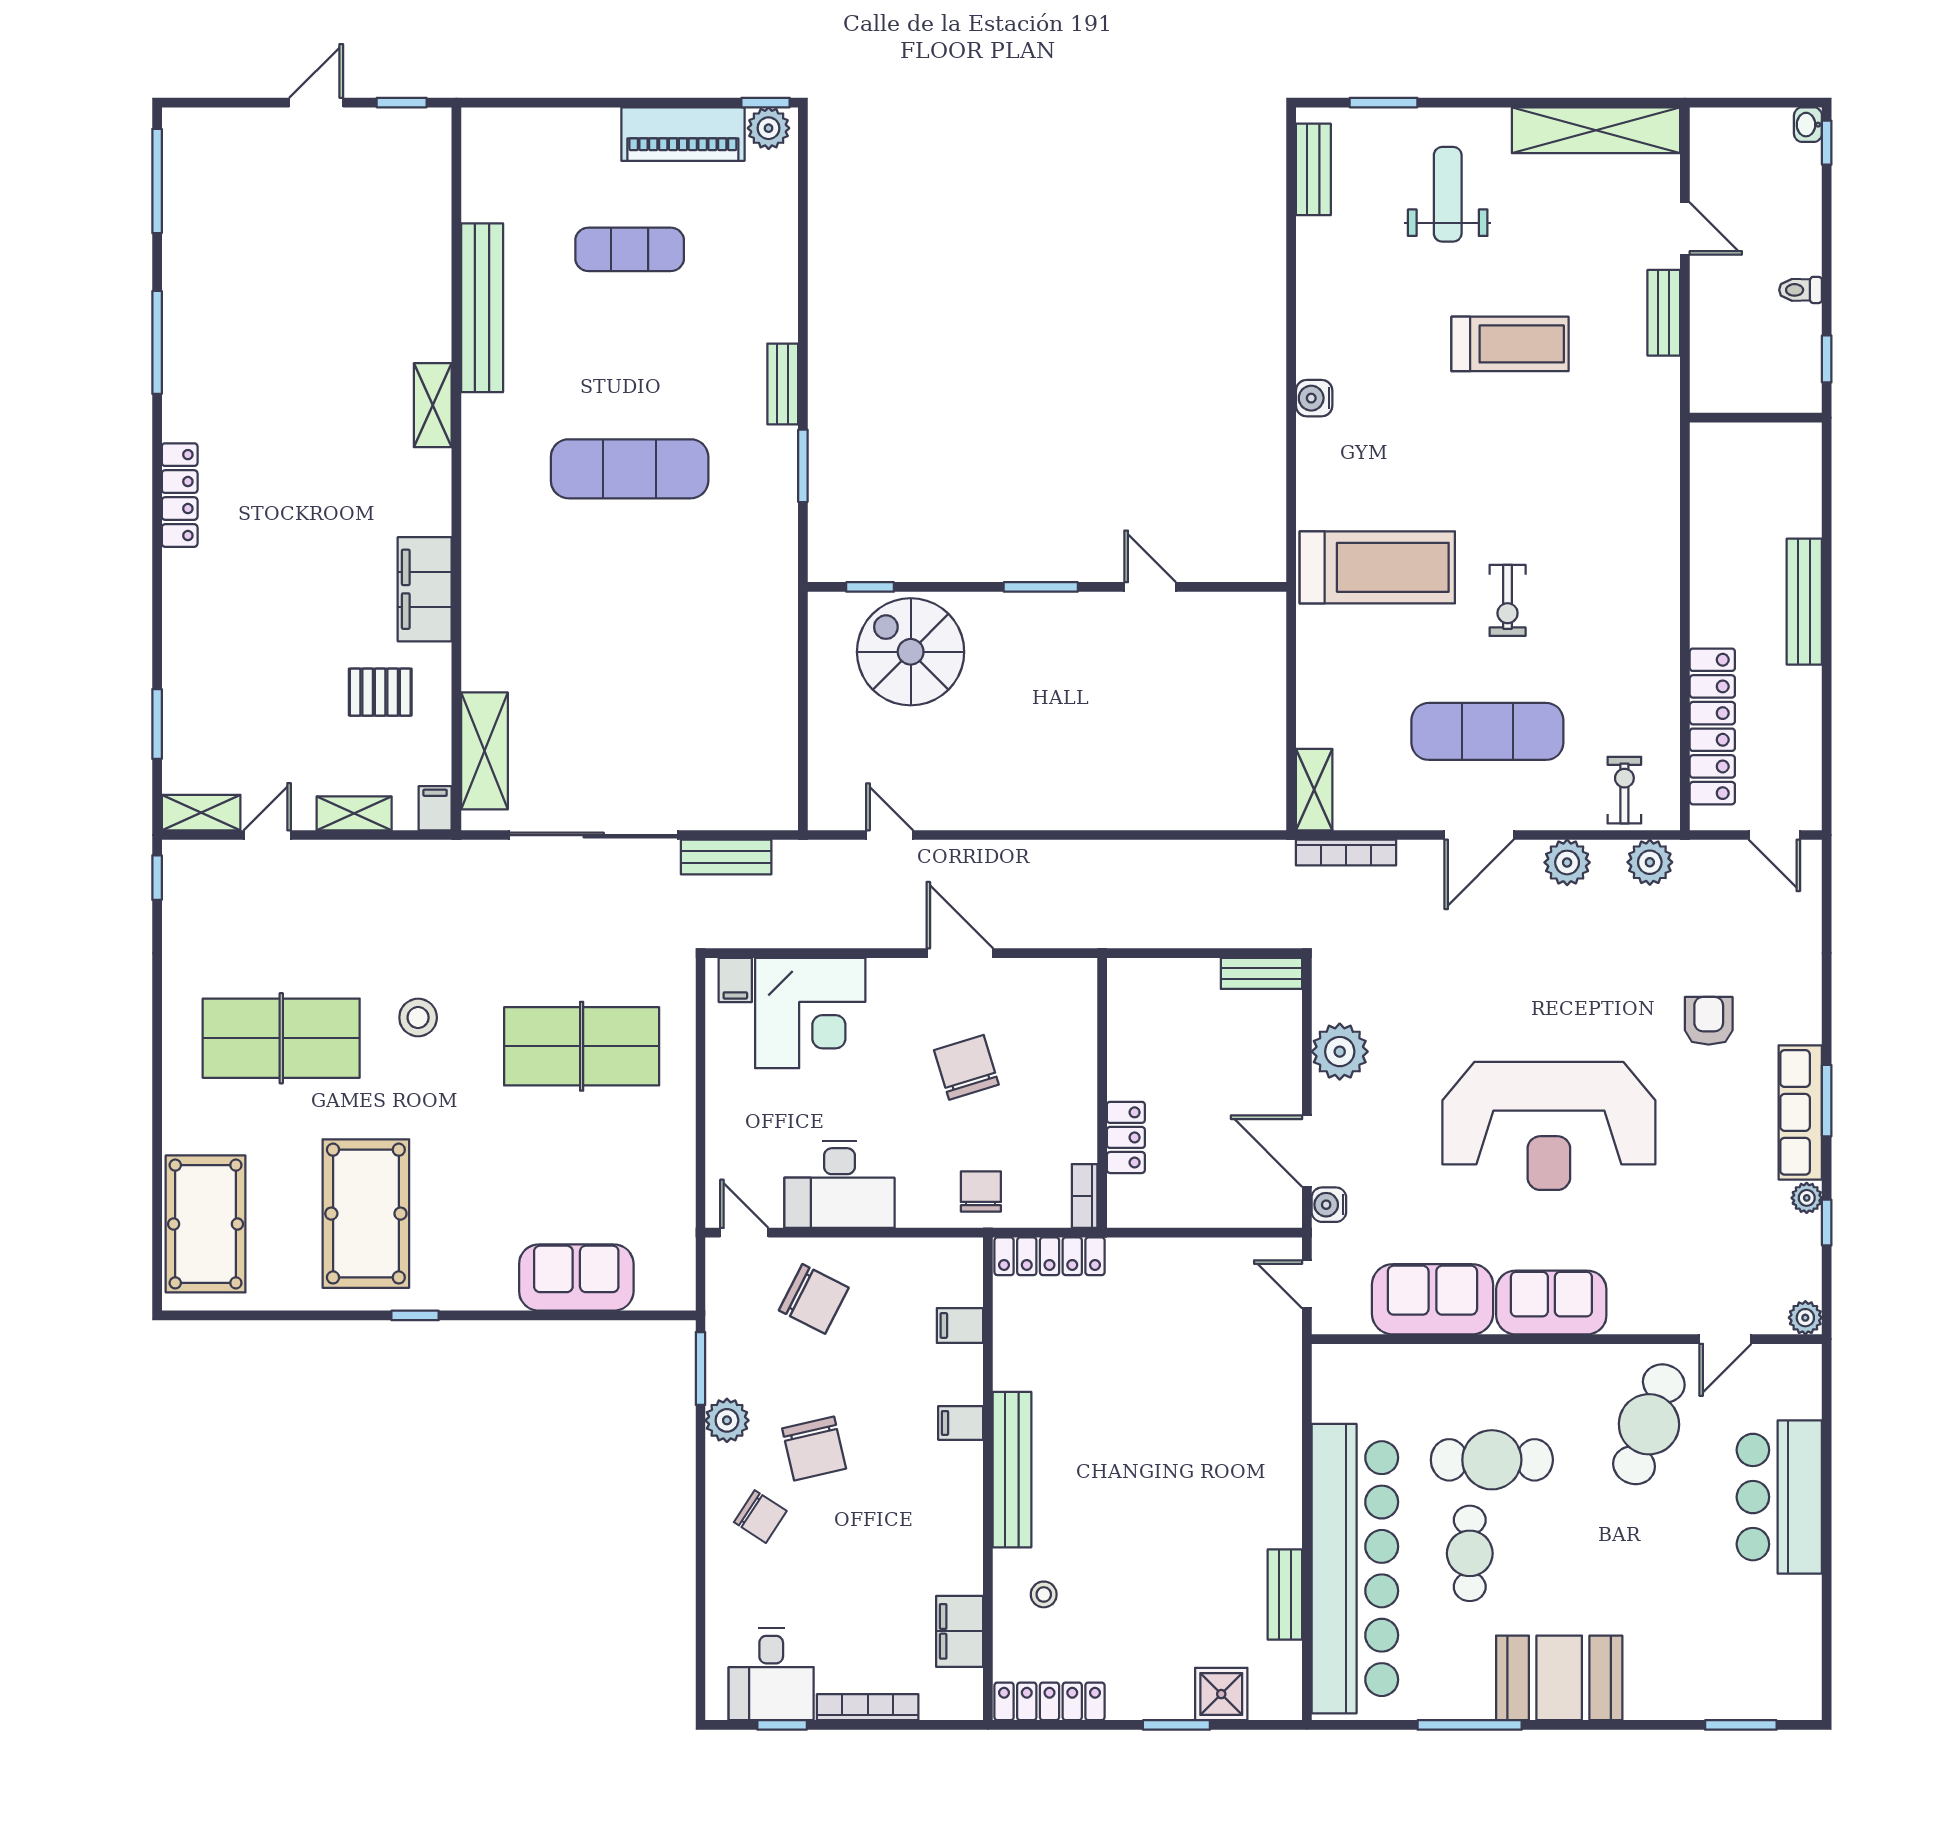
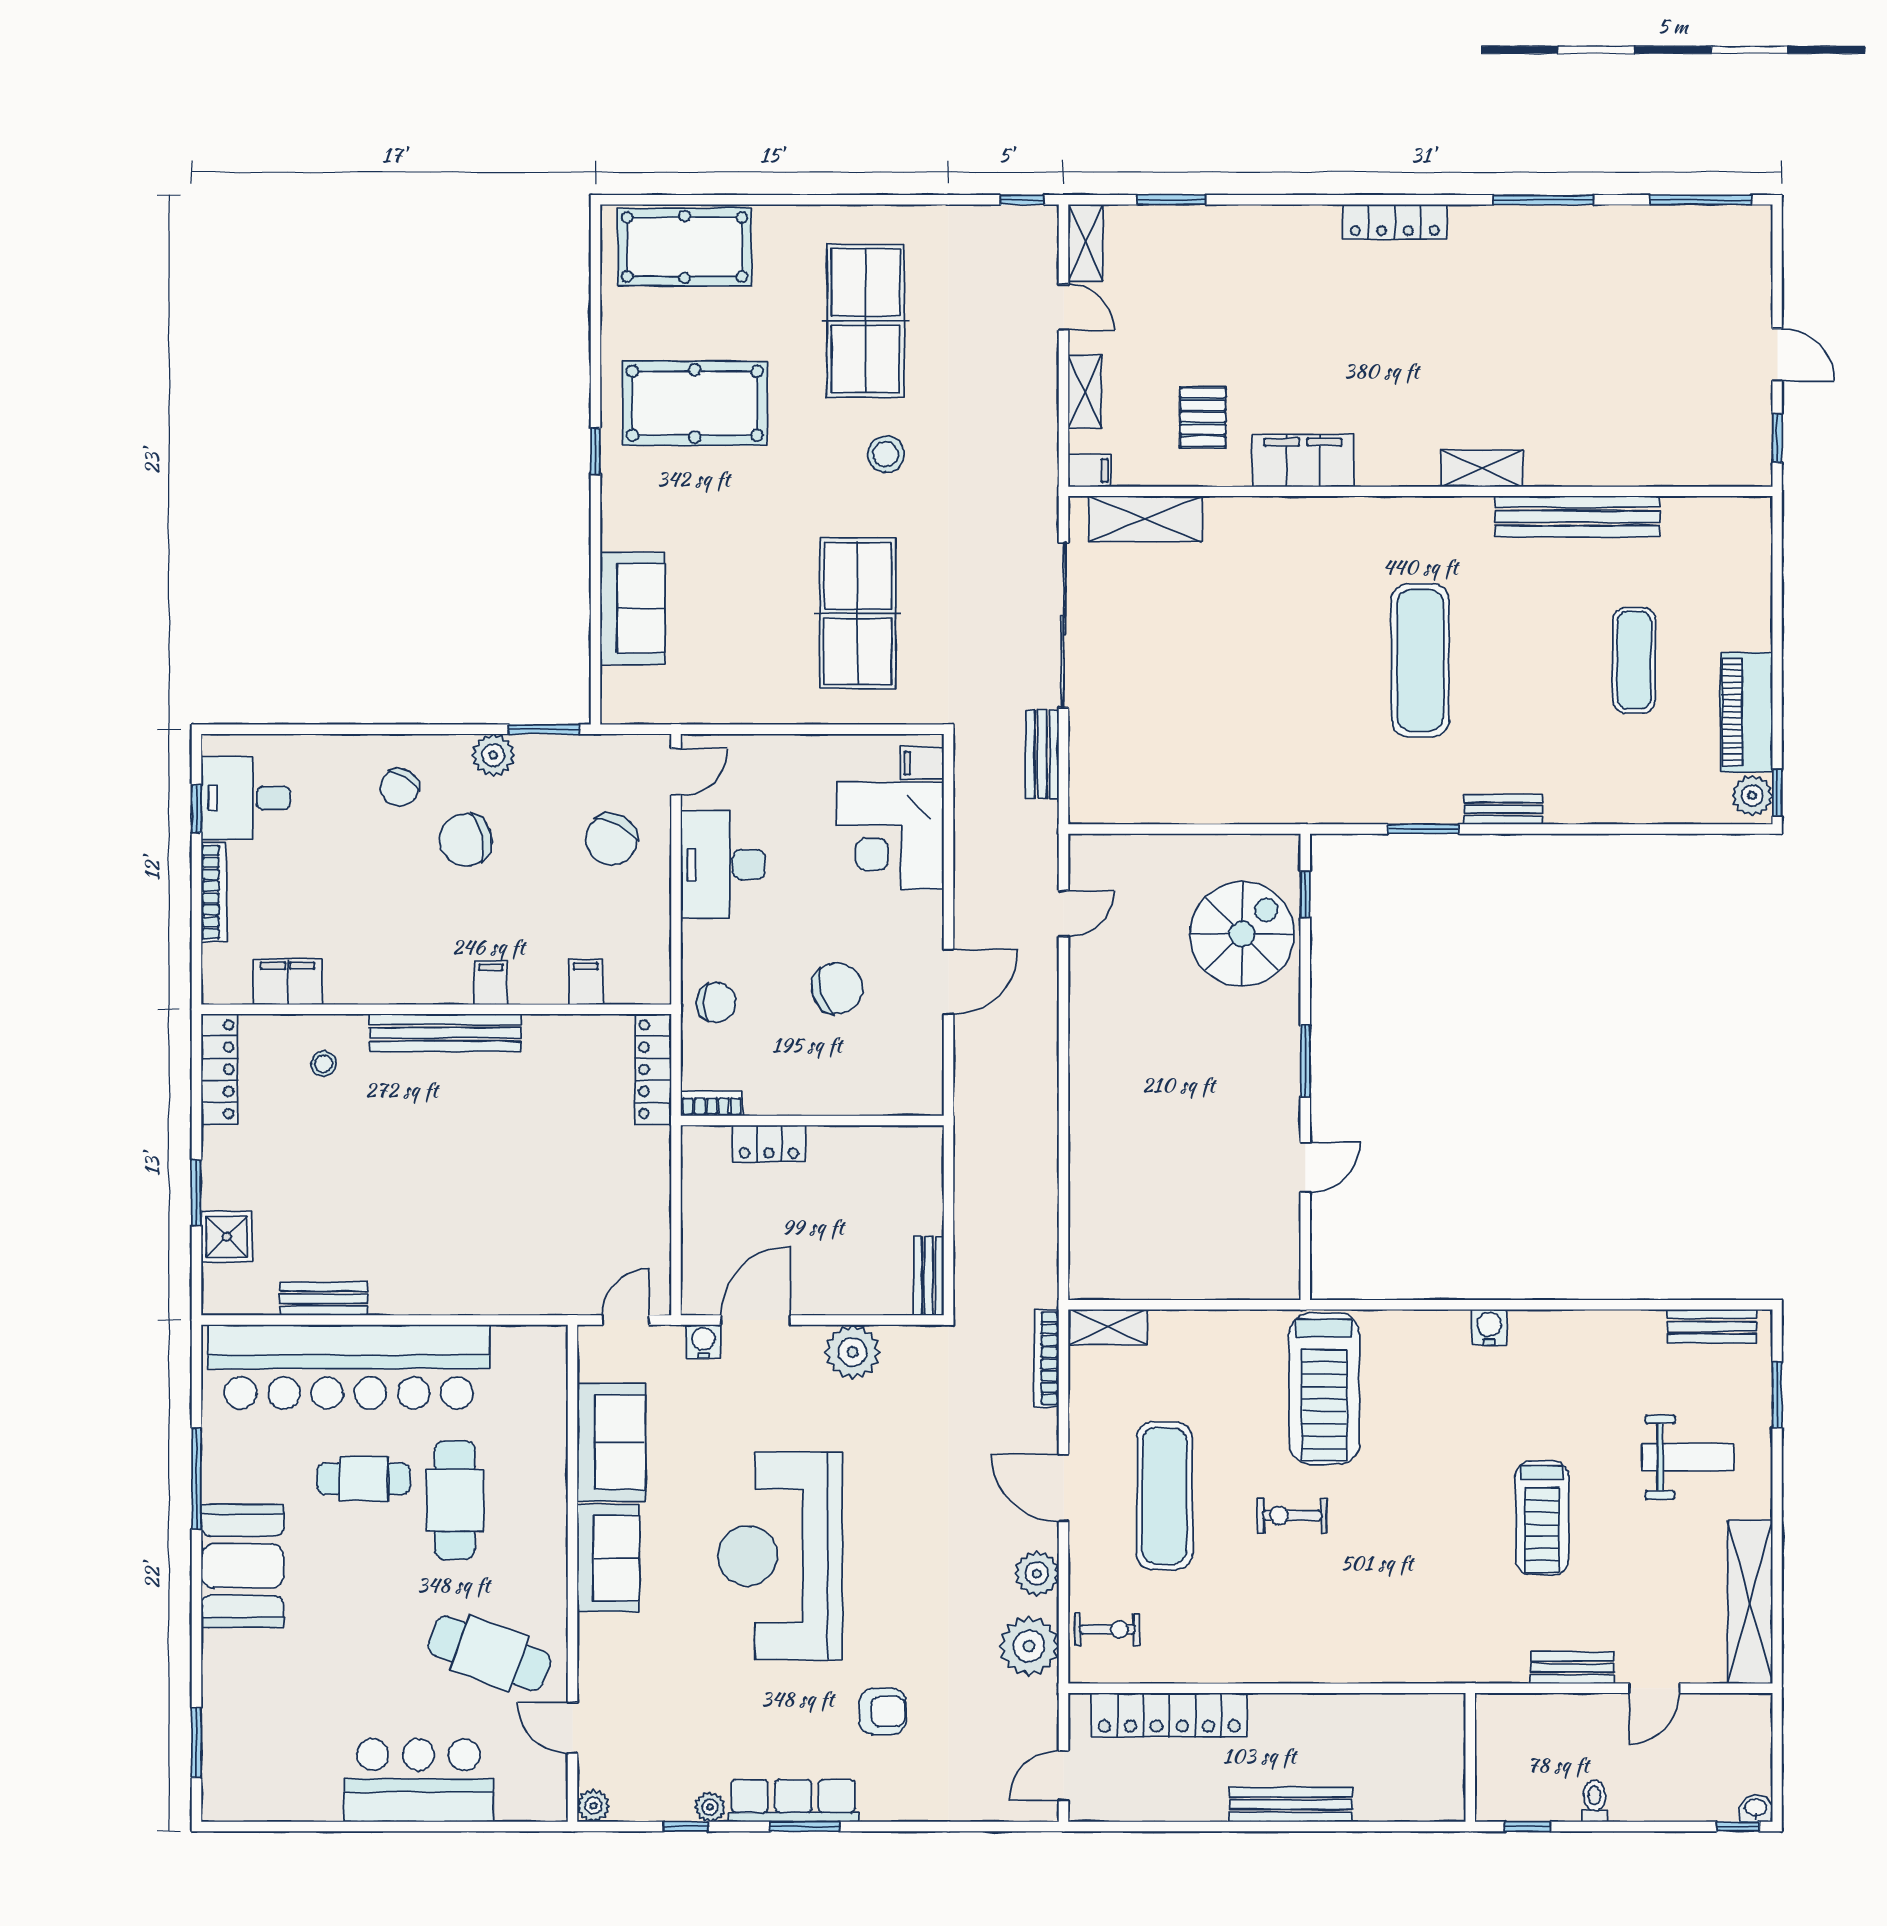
plant: (1650, 862) -> (1029, 1646), width x1.36, depth x1.36

